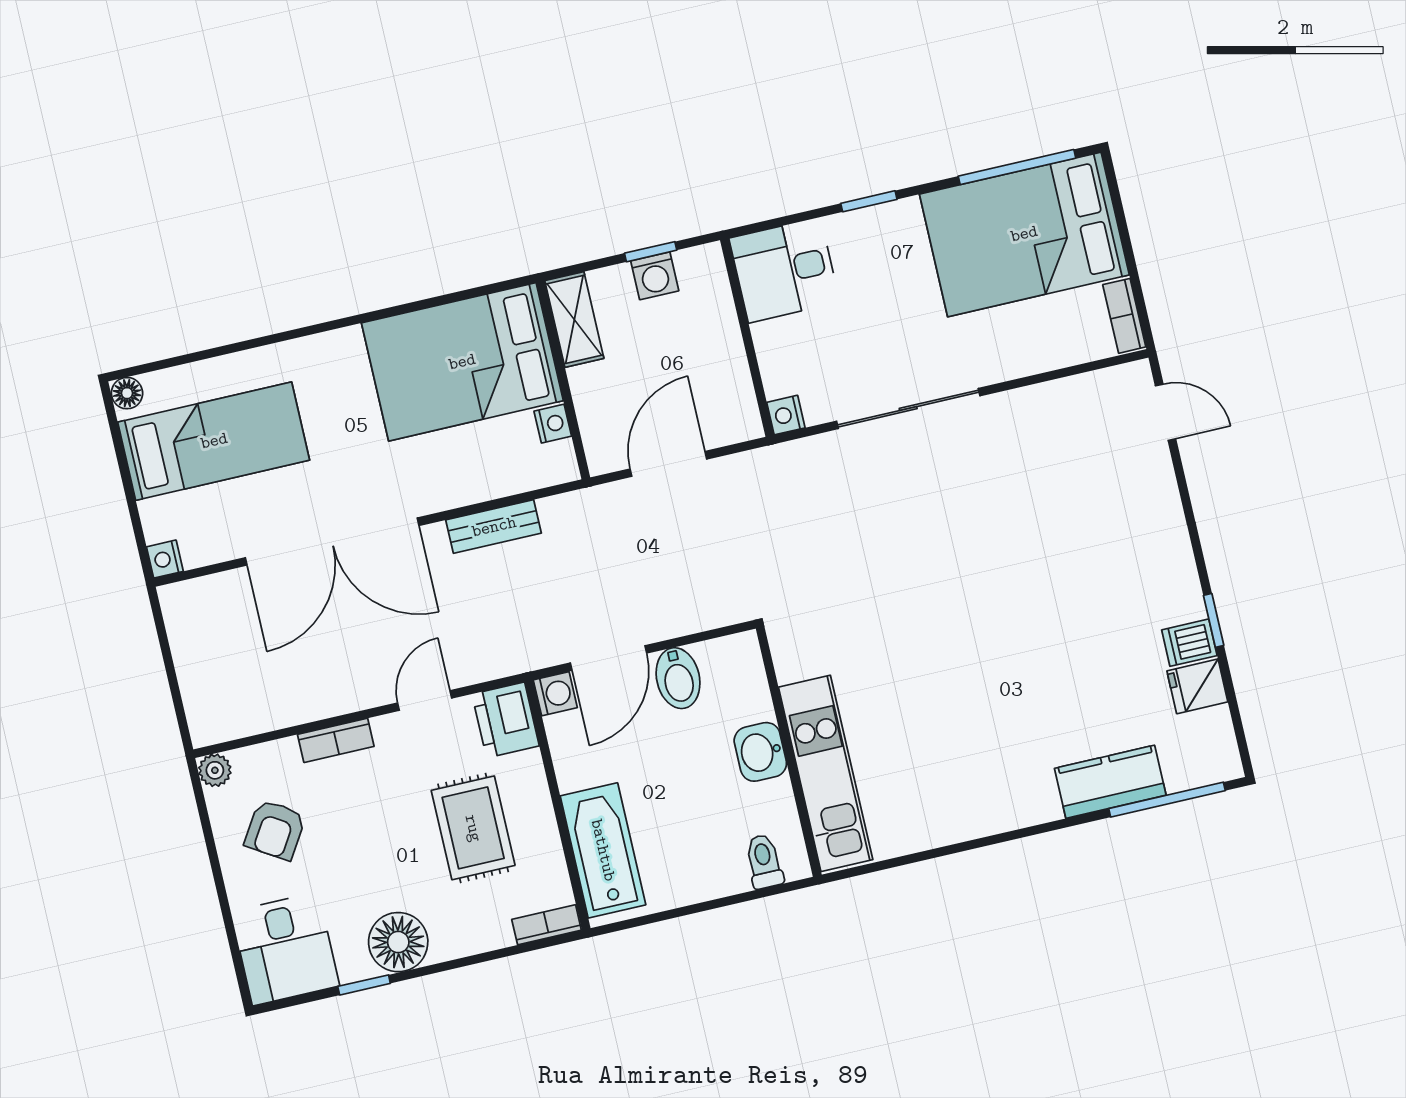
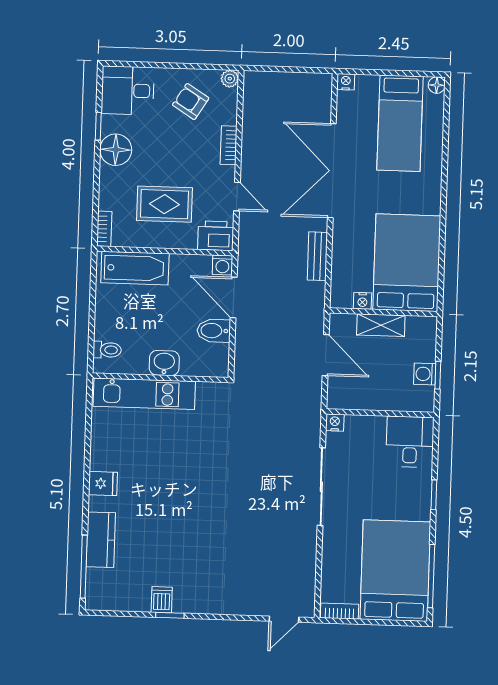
shelving: (574, 320) -> (381, 325), moved
fridge: (1197, 686) -> (103, 483), moved, turned 90

